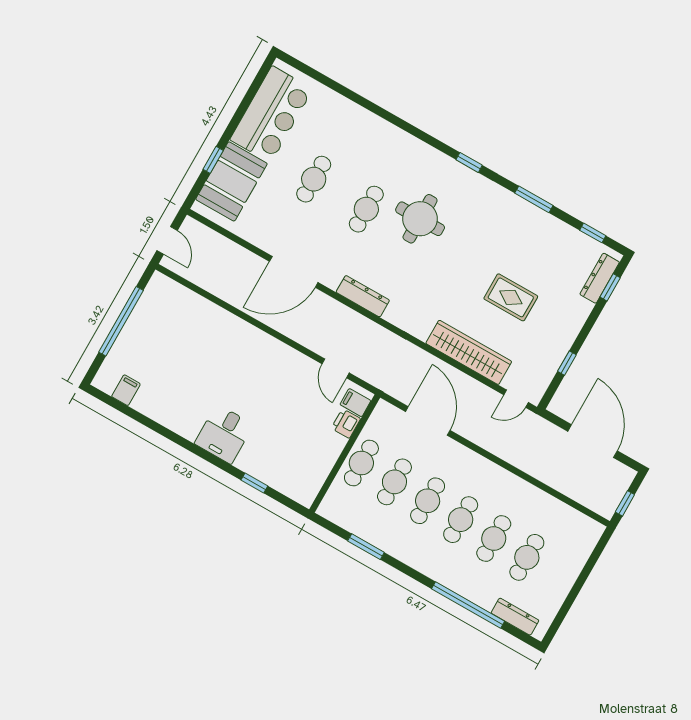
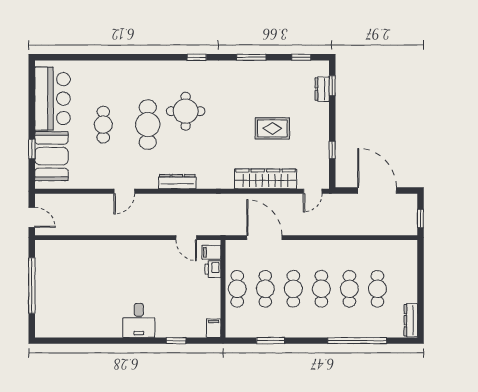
cafe table: (366, 209) -> (148, 125), width x1.37, depth x1.35
door: (294, 272) -> (124, 191), width x0.53
dresser: (600, 278) -> (322, 89), width x0.70
filing cabinet: (126, 390) -> (214, 328), moved
dresser: (515, 617) -> (411, 320), moved, turned -90

